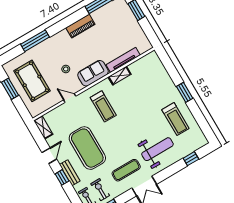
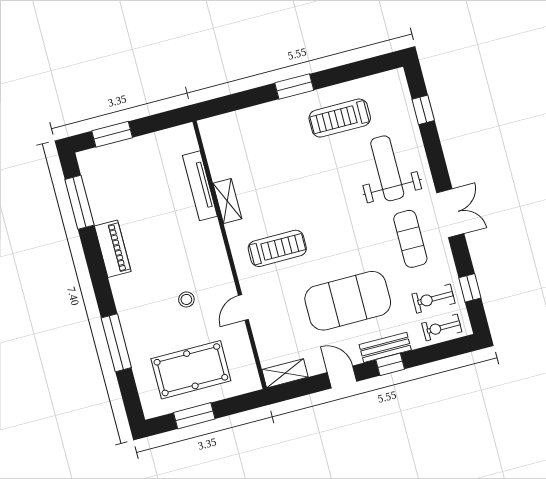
sofa: (93, 73) -> (209, 250), removed
treadmill: (175, 119) -> (340, 118), turned 180

